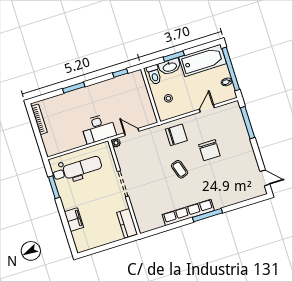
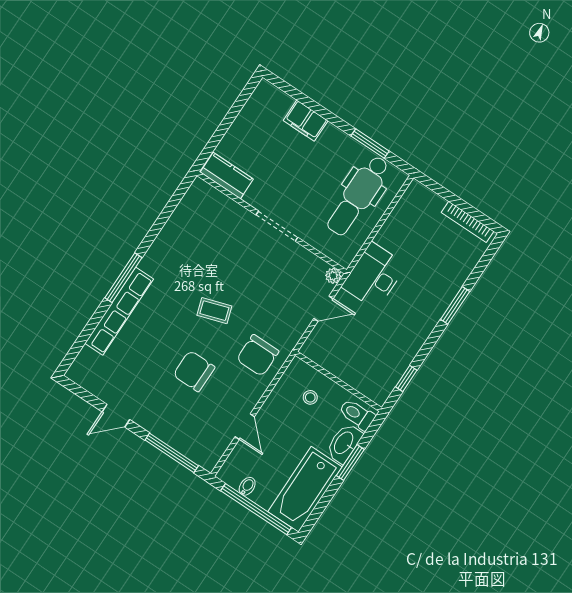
door: (265, 178) -> (116, 416), moved
row of seats: (188, 212) -> (119, 311), moved

